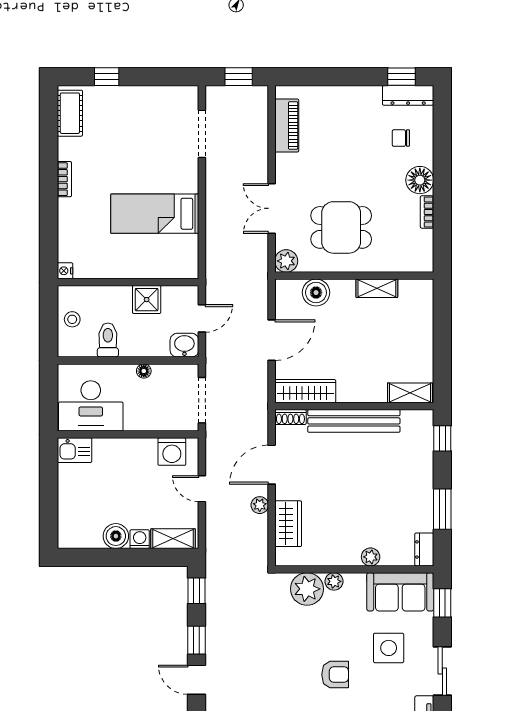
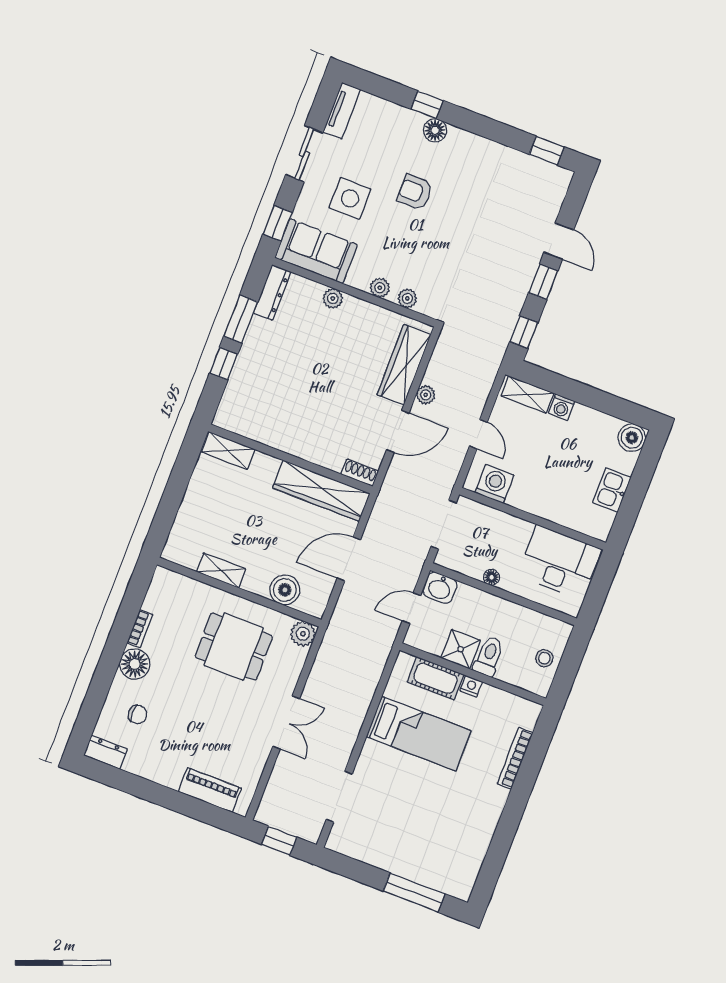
window: (107, 77) -> (414, 893), width x2.17
window: (401, 77) -> (113, 777), removed
dresser: (408, 95) -> (106, 752), width x0.70
cot: (70, 113) -> (435, 678), moved, turned 90
piano: (287, 126) -> (210, 790), moved, turned 90
bookcase: (64, 179) -> (515, 758), moved, width x1.56
double door: (272, 208) -> (286, 722), moved
nightstand: (65, 271) -> (471, 686), moved, turned -90
toilet: (108, 340) -> (489, 656), moved, turned 180
wardrobe: (305, 391) -> (321, 491), width x1.40, depth x1.17
bench: (354, 421) -> (296, 444), removed
window: (442, 438) -> (224, 364), moved
kitchen sink: (74, 450) -> (612, 490), moved, turned -90
wardrobe: (288, 524) -> (404, 365), width x1.50
boiler: (116, 536) -> (632, 438), moved
dresser: (424, 549) -> (272, 292), width x1.44
plant: (307, 589) -> (407, 298), width x0.53, depth x0.53

